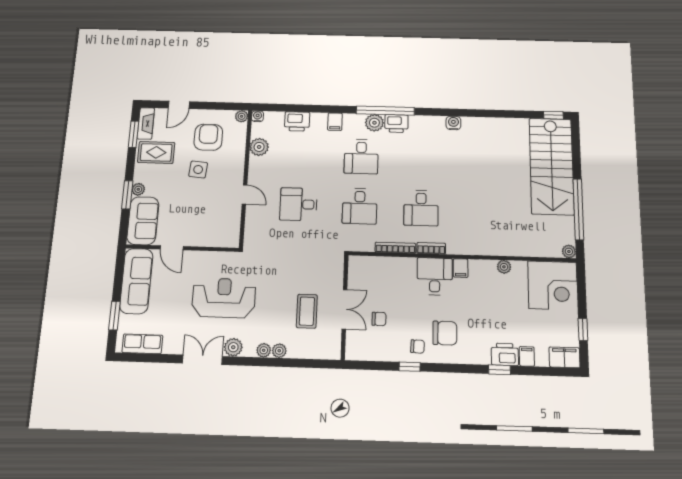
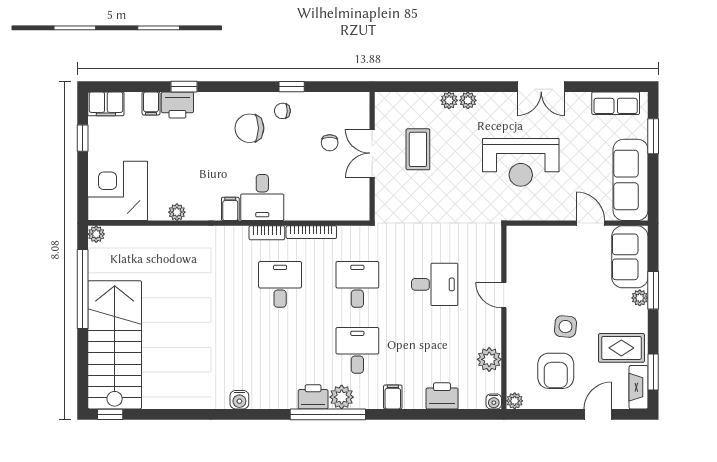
chair: (379, 319) -> (330, 143), turned -90
plant: (233, 347) -> (505, 103), removed

